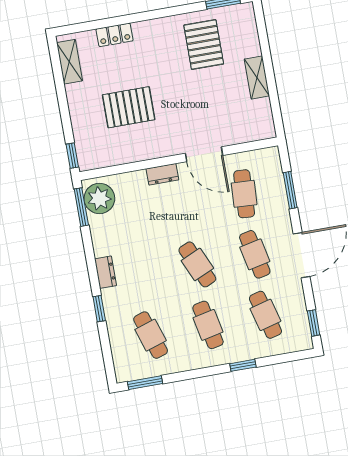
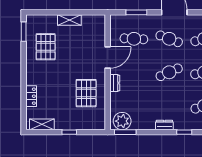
pallet: (204, 45) -> (46, 47), turned 90
pallet: (129, 107) -> (86, 93), moved
window: (72, 156) -> (69, 132), moved
cafe table: (255, 254) -> (169, 39), turned 33

